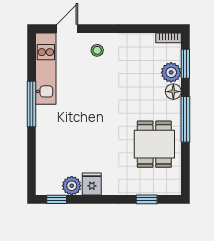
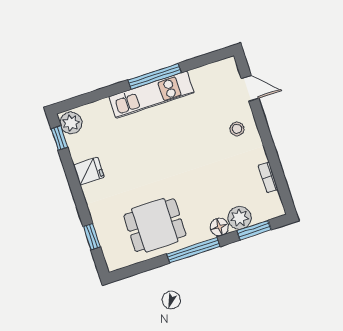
bookcase: (168, 38) -> (268, 177), moved
kitchen unit: (46, 69) -> (152, 95), moved
plant: (72, 186) -> (71, 123), moved

